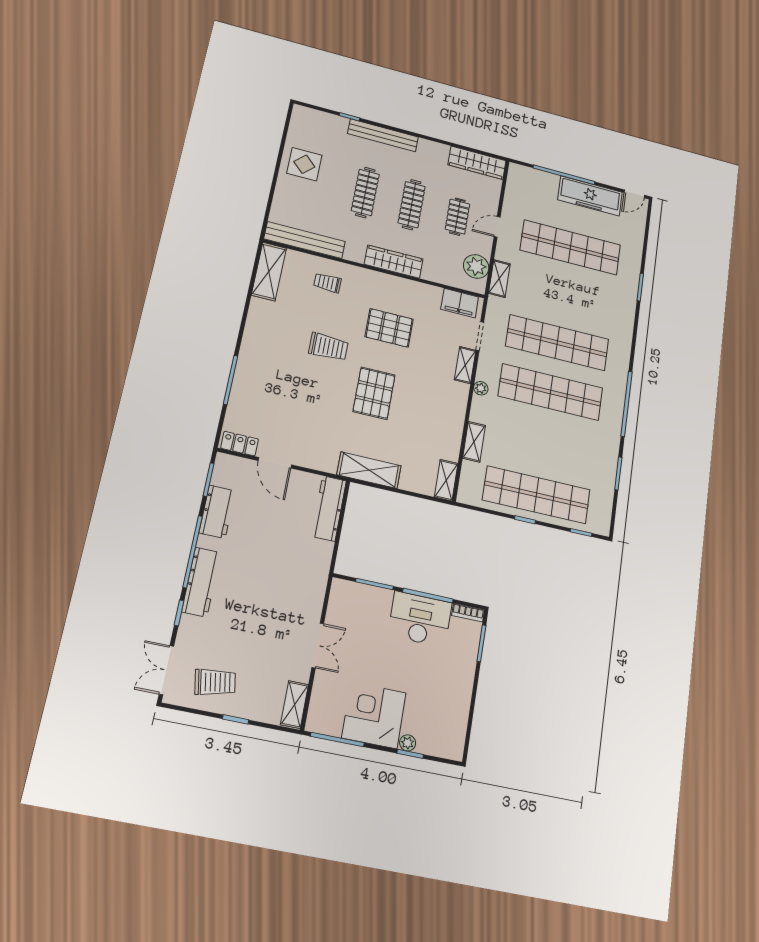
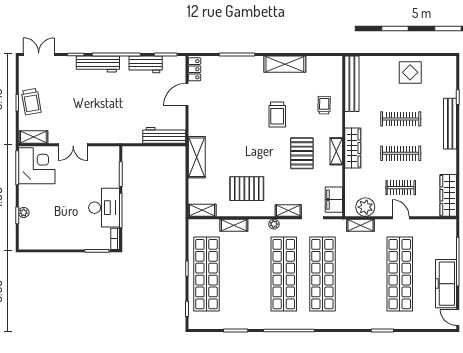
shelving: (269, 272) -> (285, 64), moved
shelving: (394, 284) -> (336, 151), added
pallet: (374, 393) -> (247, 189), moved
trolley: (215, 682) -> (31, 102), moved
corner desk: (374, 715) -> (37, 166), moved

